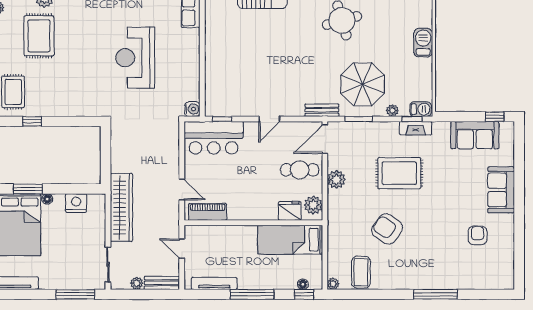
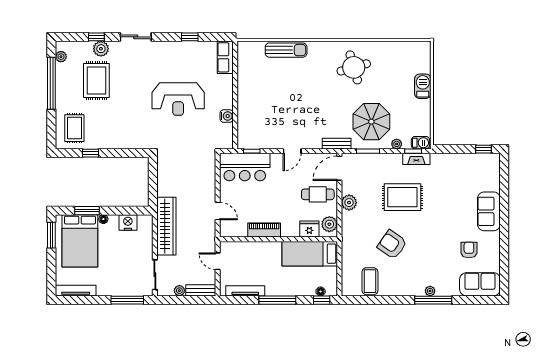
reception desk: (135, 58) -> (178, 99), turned -90
water cooler: (192, 109) -> (227, 116), moved
sofa: (475, 135) -> (480, 284), moved, turned 180
piano: (208, 212) -> (264, 230), moved
plant: (333, 284) -> (430, 291), moved

